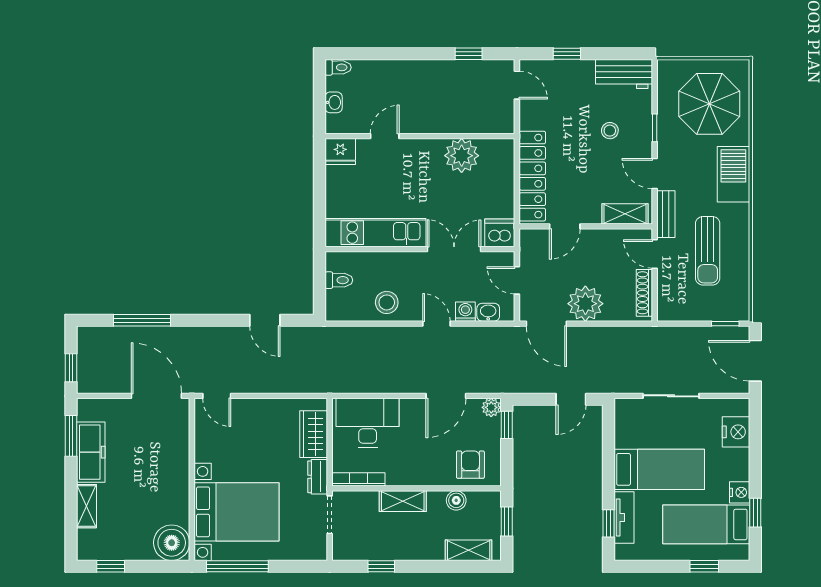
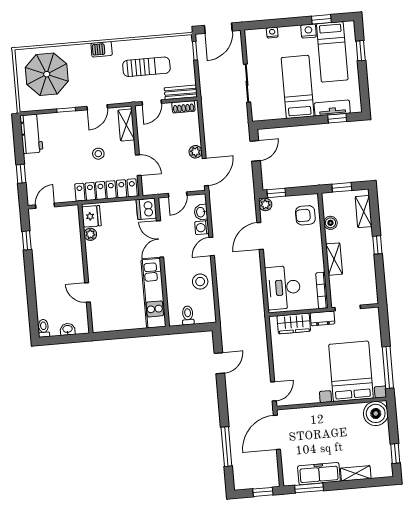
stool: (610, 131) -> (98, 154), moved
fridge: (340, 152) -> (91, 216), moved
plant: (462, 156) -> (90, 234), width x0.53, depth x0.53
barbecue: (733, 174) -> (102, 49), width x0.53, depth x0.65
bench: (666, 214) -> (181, 92), moved
shoe rack: (644, 293) -> (183, 107), width x0.70
plant: (585, 304) -> (196, 152), width x0.53, depth x0.53
door: (446, 396) -> (260, 236), swing flipped
door: (571, 399) -> (255, 151), hinge flipped
nightstand: (736, 432) -> (272, 33), width x0.53, depth x0.56
window: (381, 566) -> (377, 245), moved

